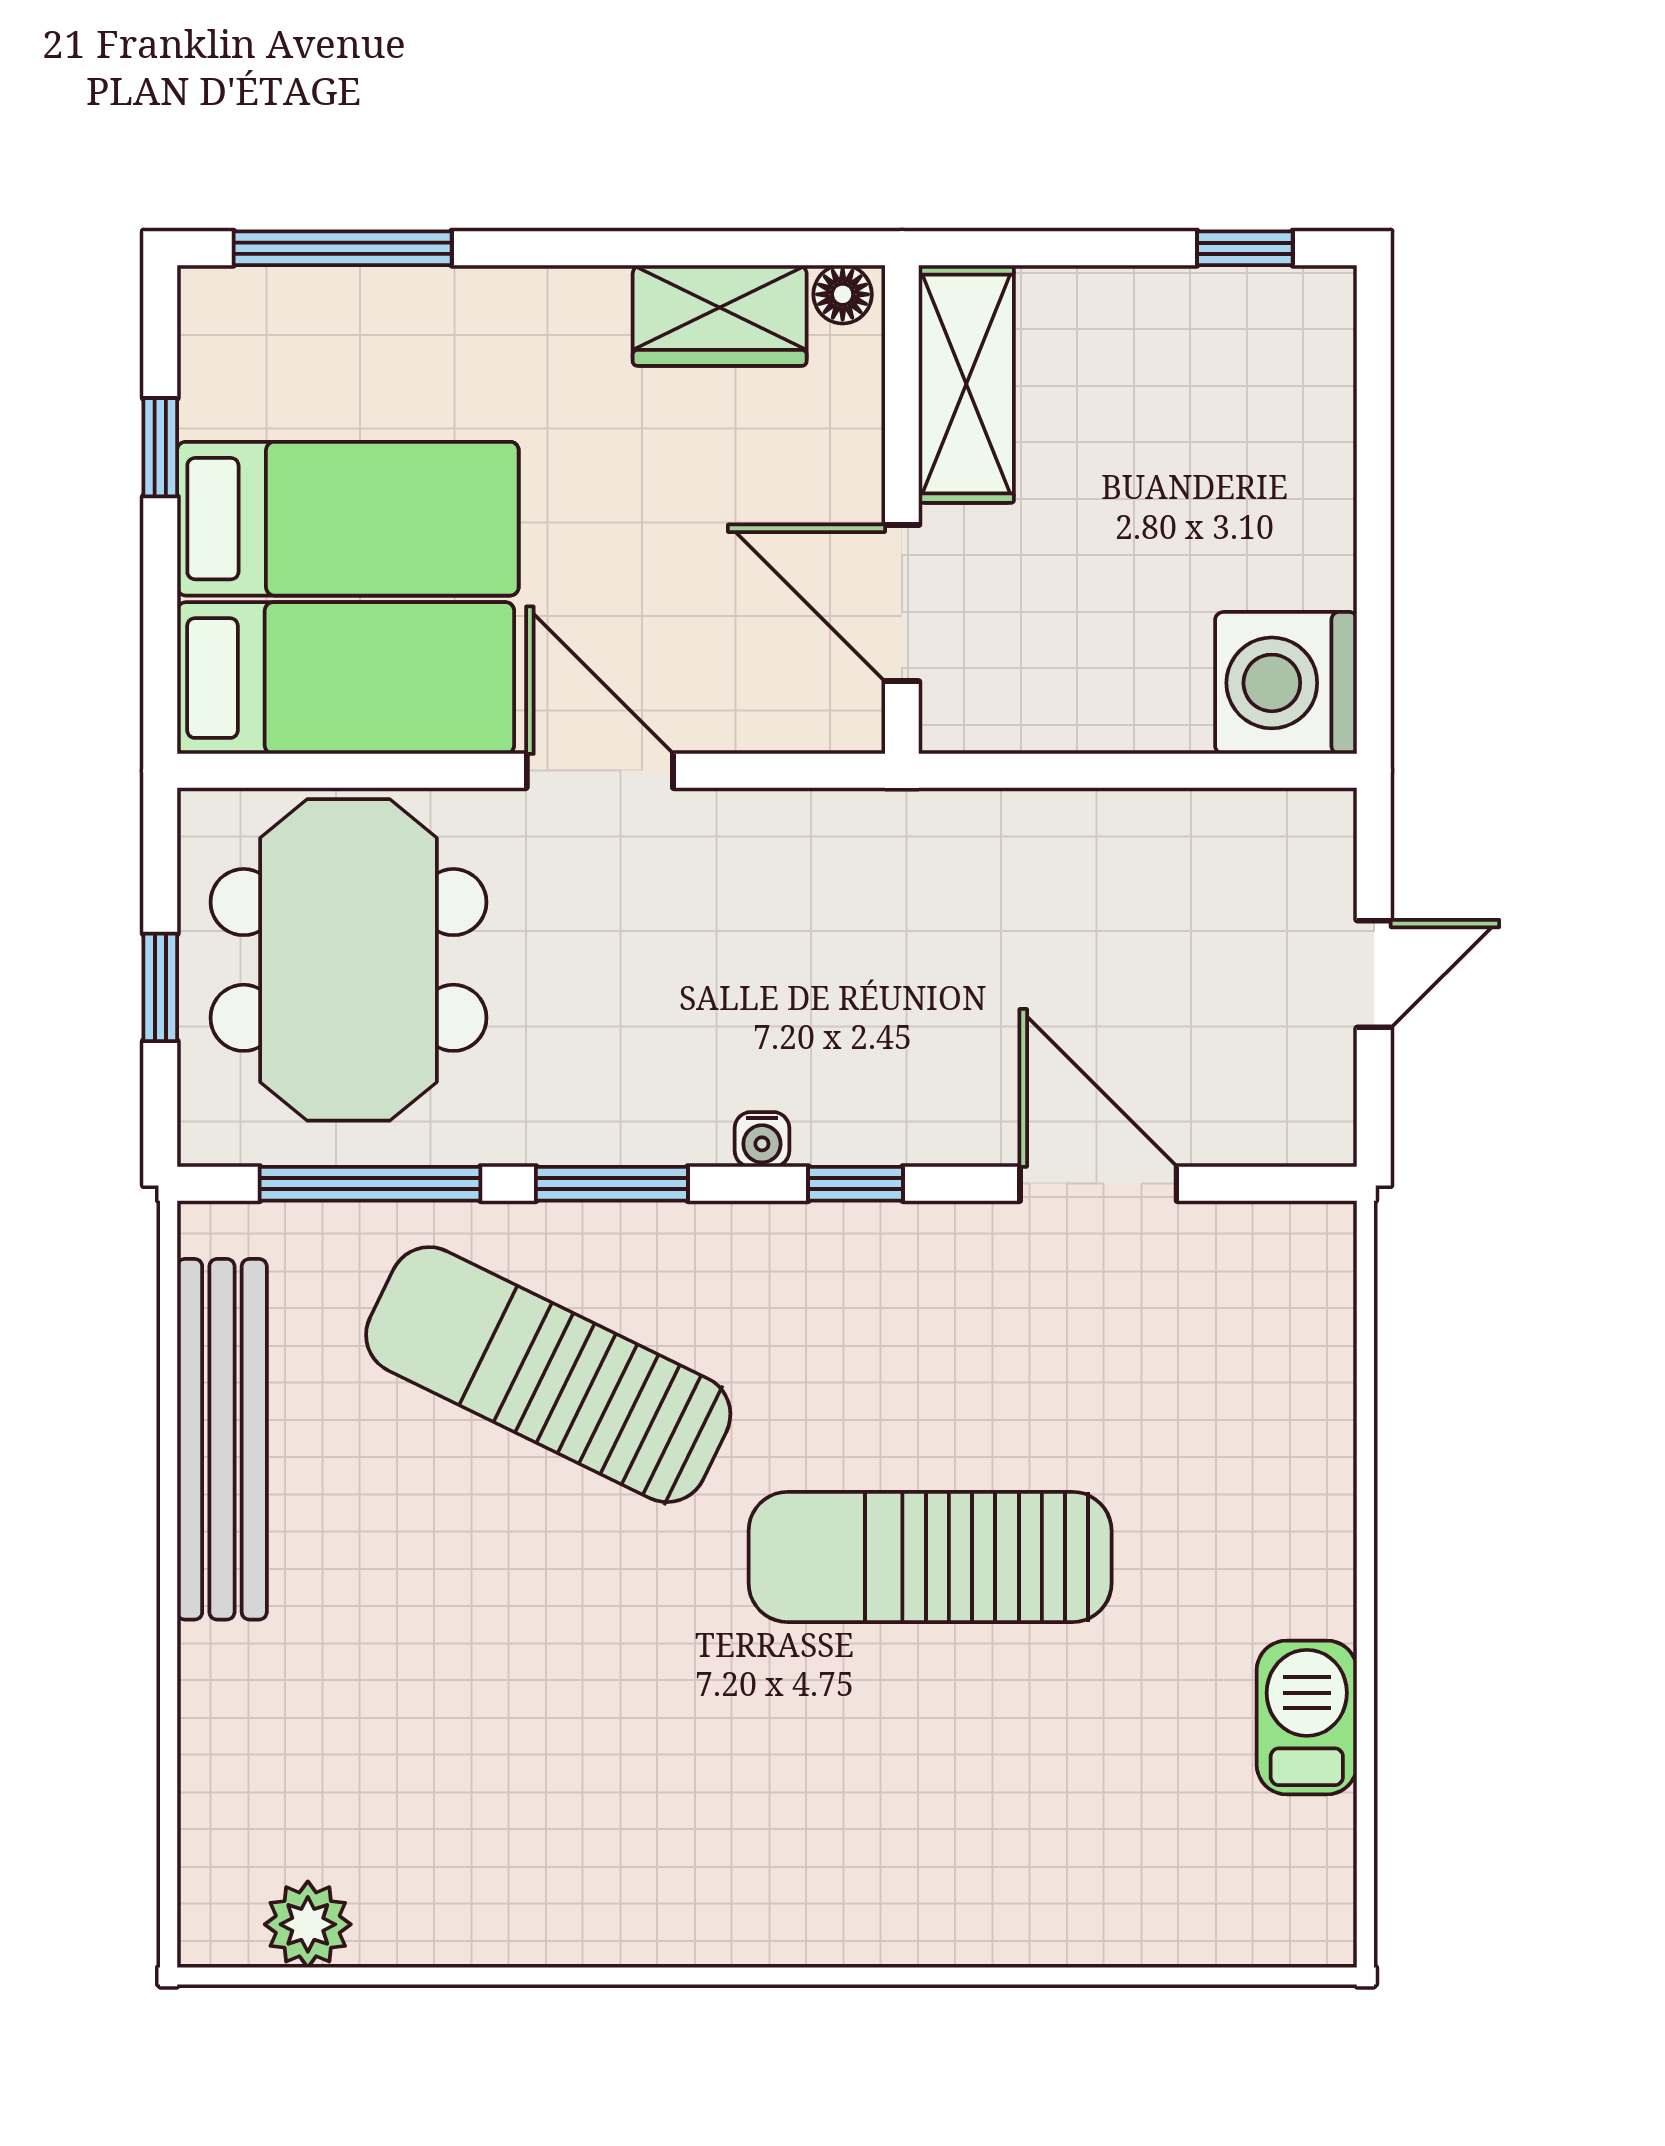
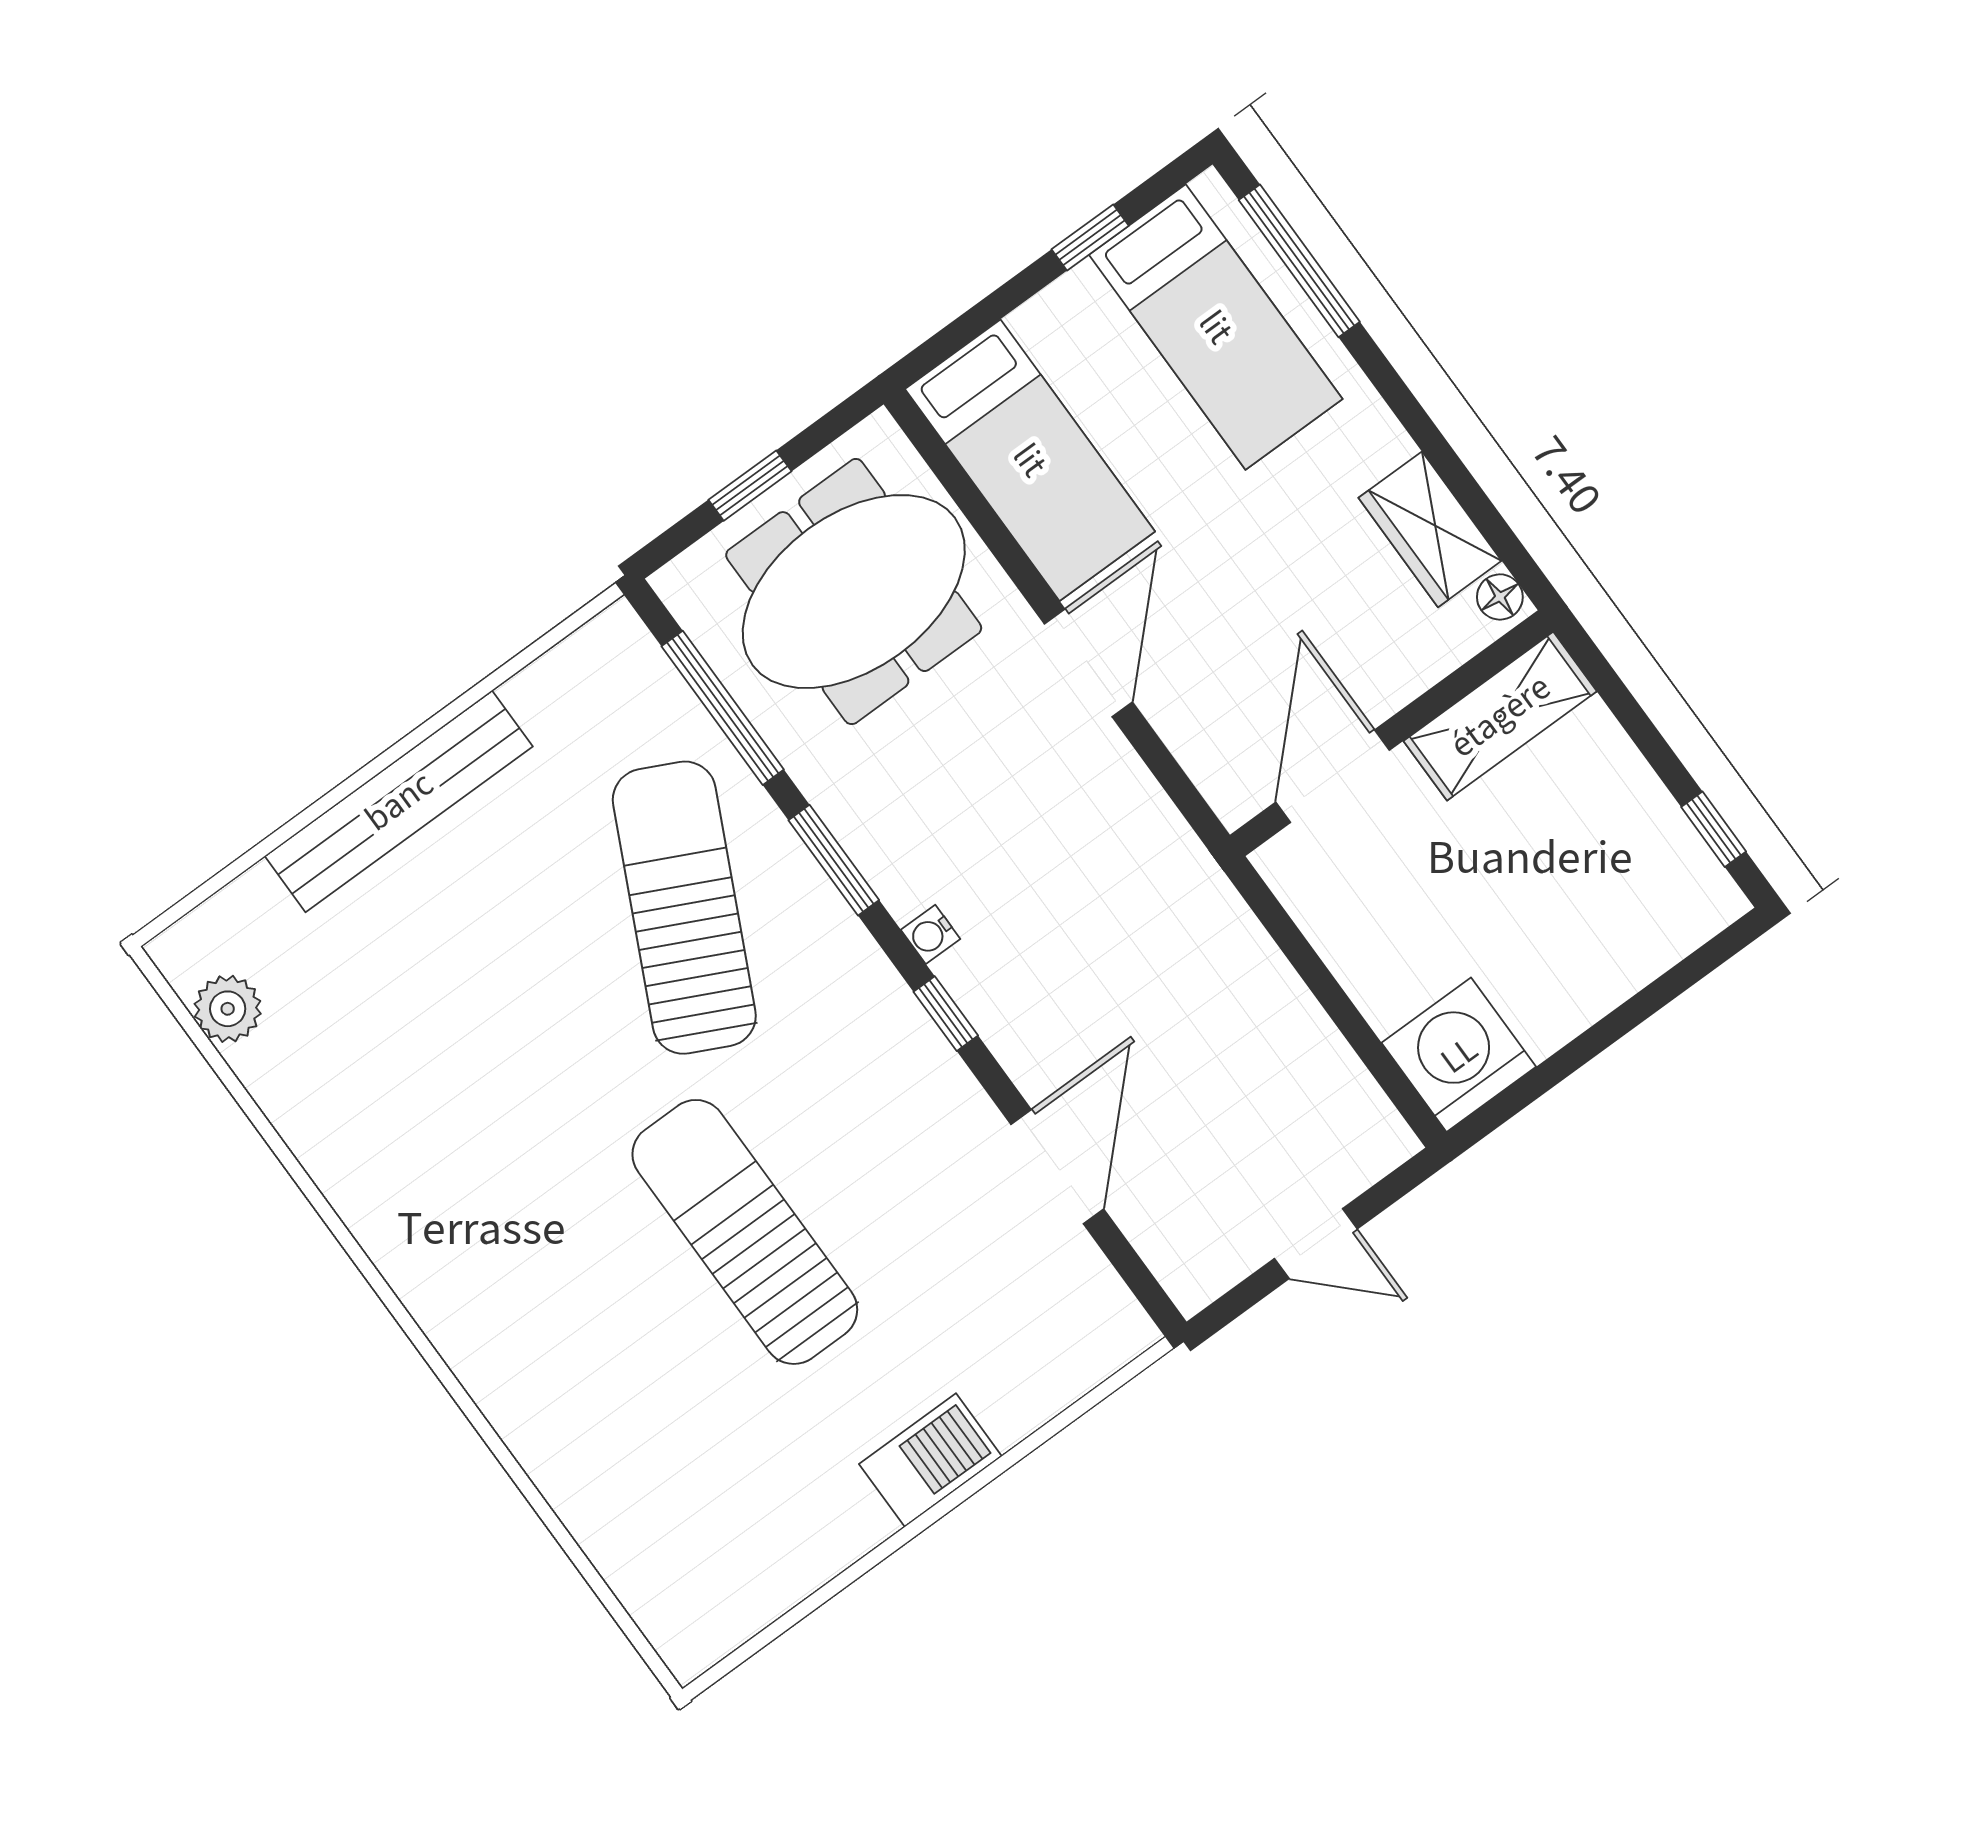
bed: (348, 519) -> (1216, 327), moved
bench: (222, 1439) -> (399, 801), moved
barbecue: (1307, 1717) -> (930, 1460), moved

